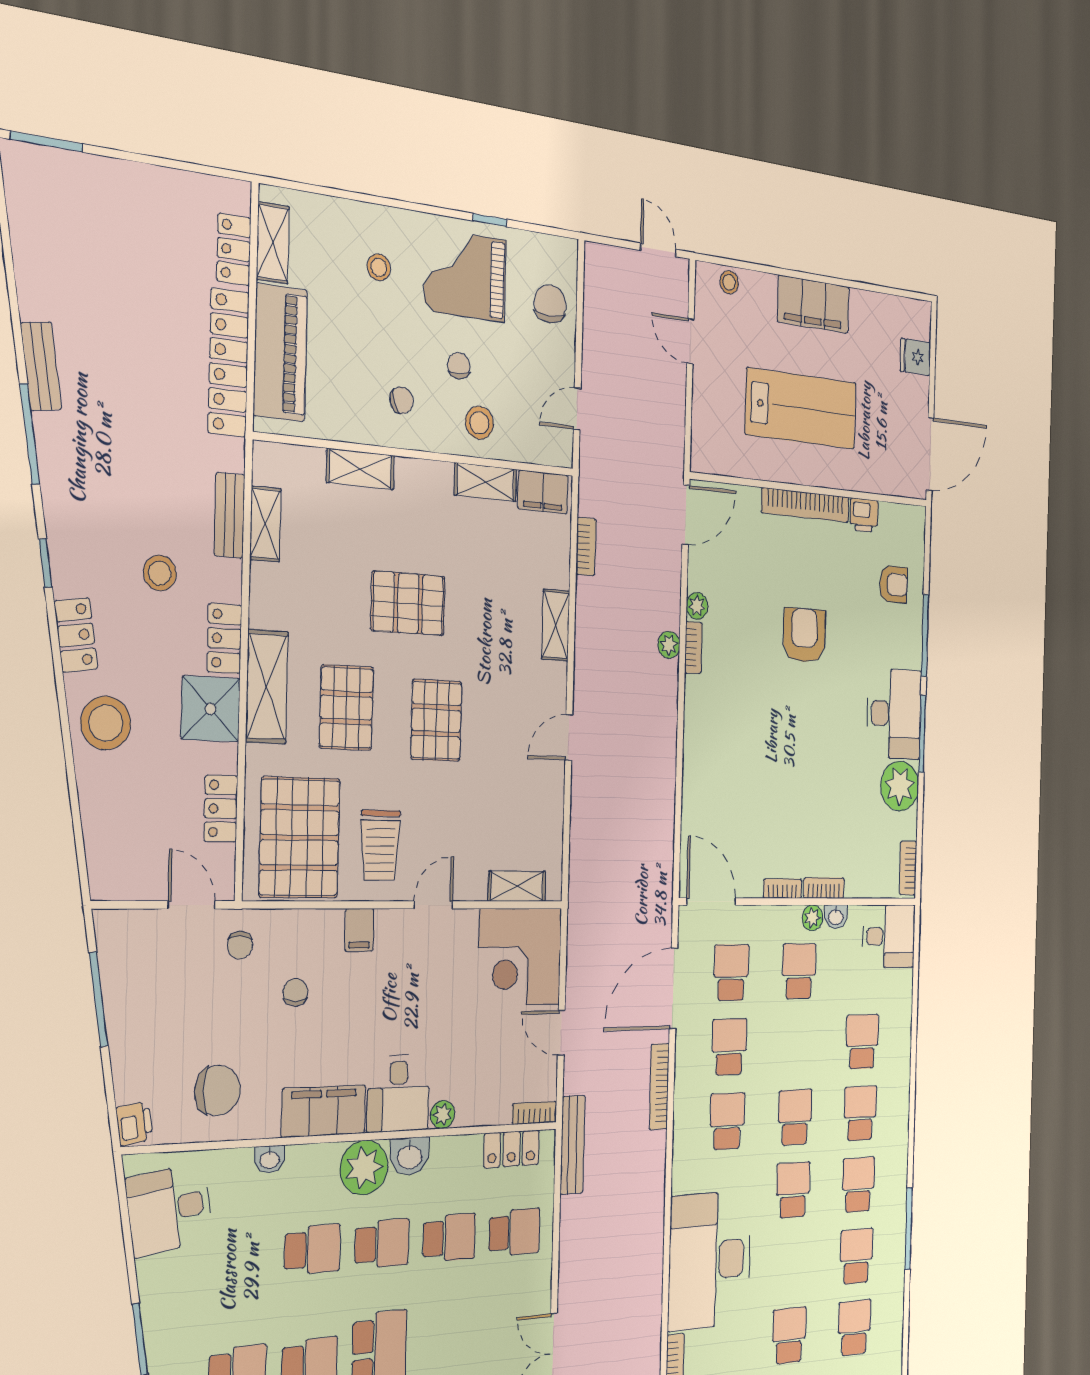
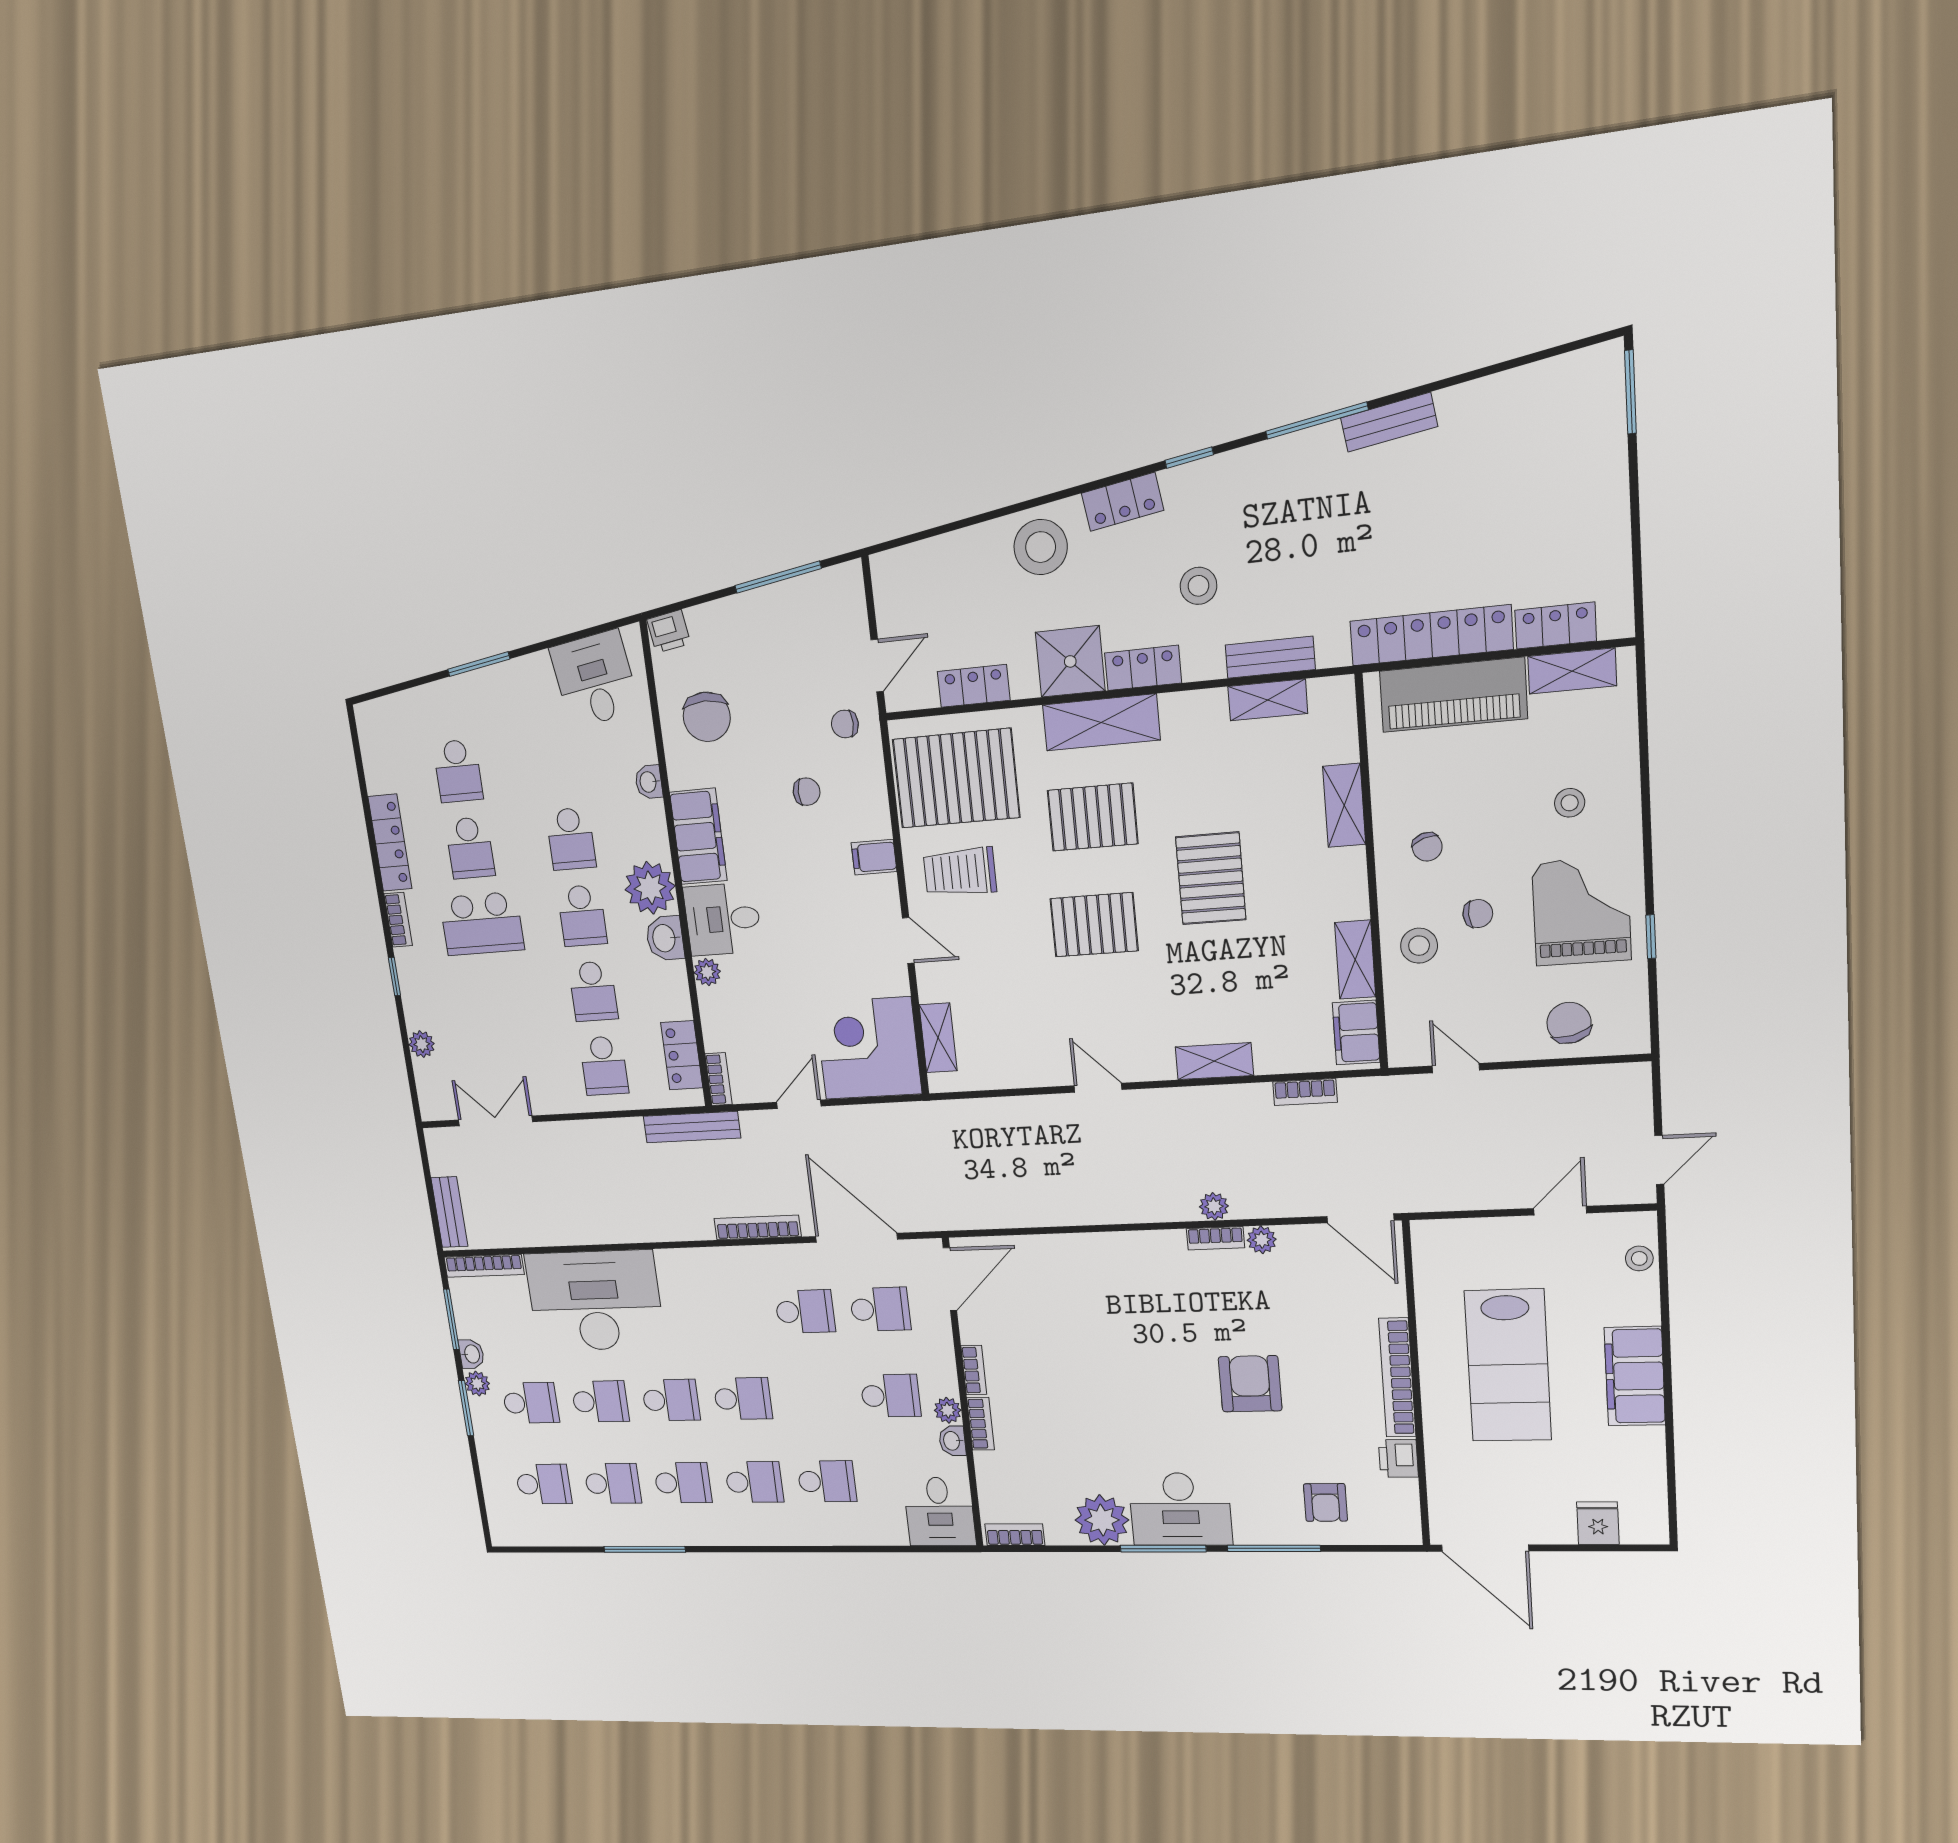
chair: (550, 304) -> (1569, 1023), turned -104
armchair: (804, 635) -> (1250, 1384), turned -90
school desk: (727, 1121) -> (600, 1401), moved

